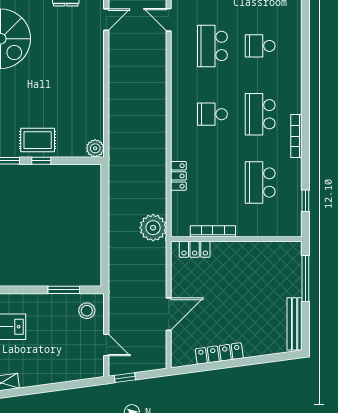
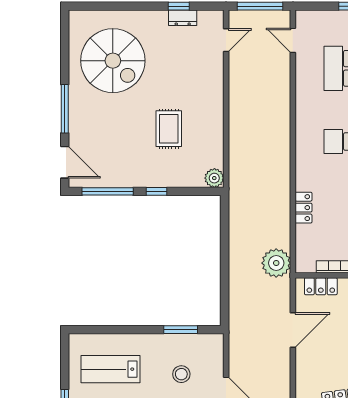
rug: (38, 140) -> (169, 129), moved, turned 90
stool: (87, 311) -> (181, 374), moved
door: (169, 314) -> (293, 330), moved

